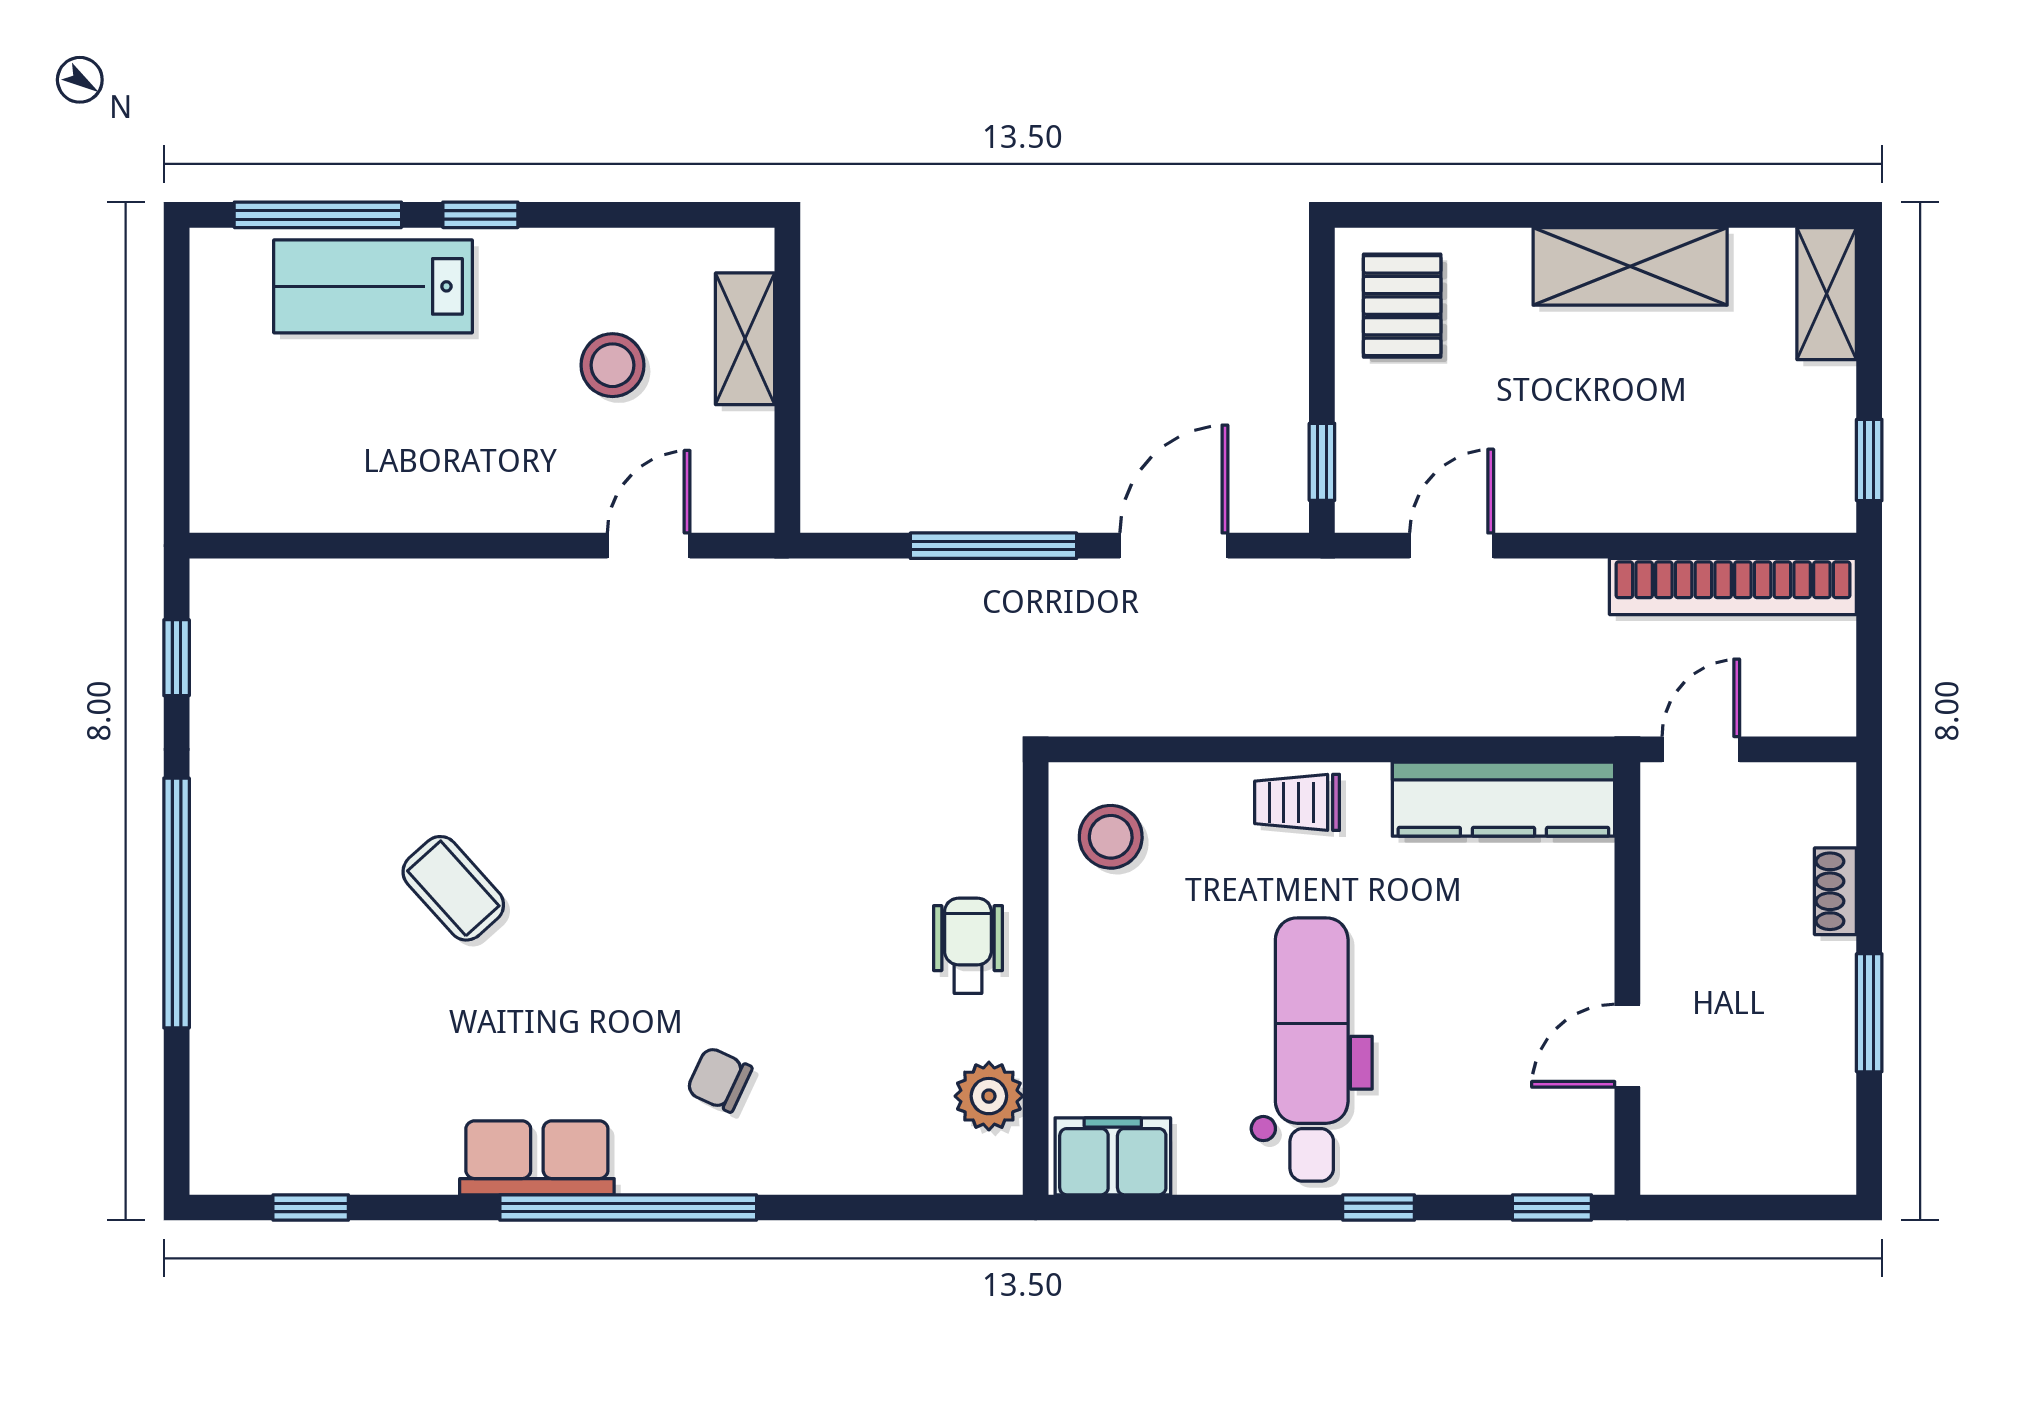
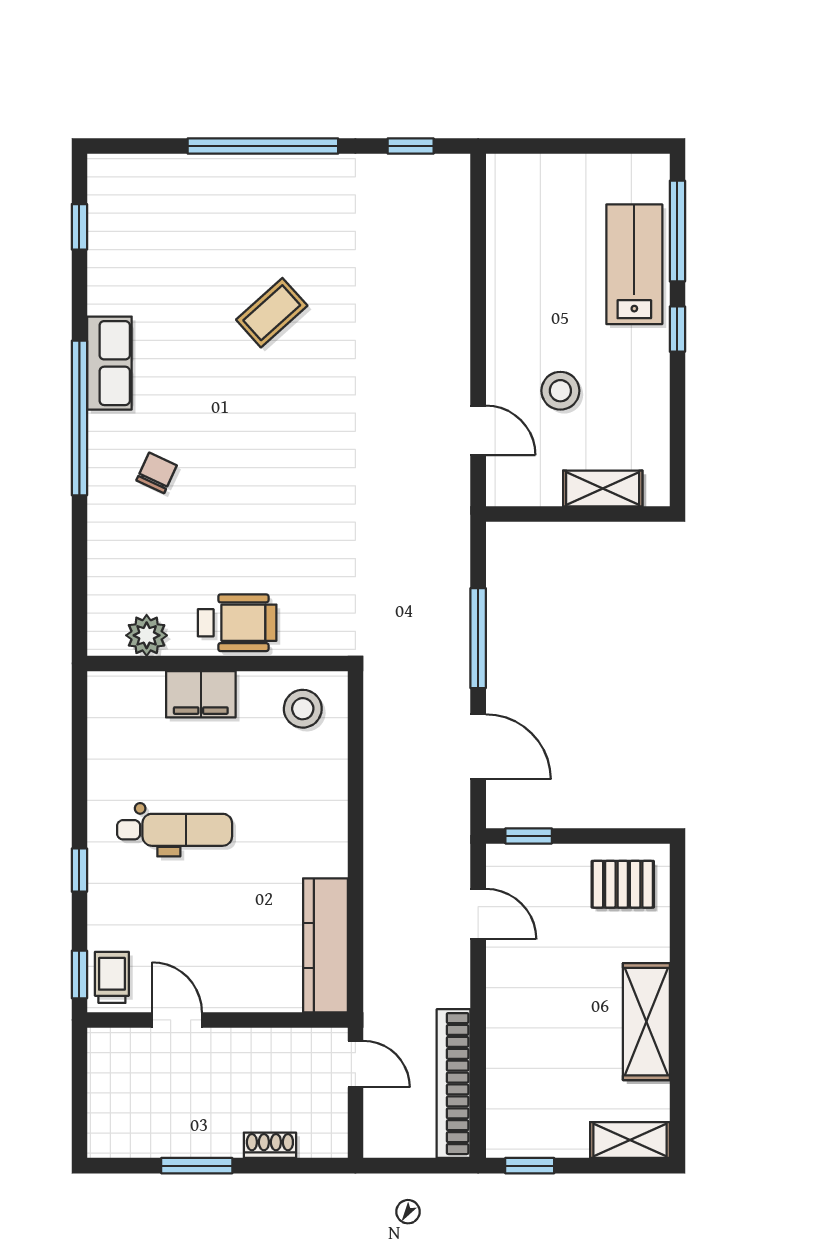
stool: (612, 365) -> (560, 391), moved
trolley: (1297, 802) -> (112, 977), moved
wheelchair: (968, 946) -> (237, 623), width x1.36, depth x1.37
dental chair: (1312, 1050) -> (175, 830), width x0.73, depth x0.72
filing cabinet: (1113, 1156) -> (201, 694), moved, turned 90

